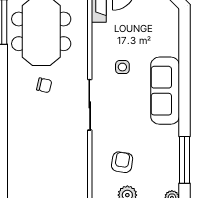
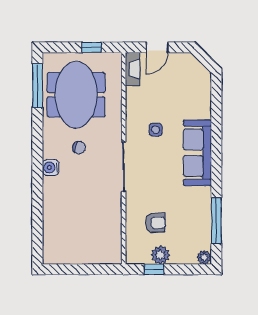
water cooler: (15, 106) -> (51, 167), added
armchair: (122, 162) -> (155, 223), turned 81

